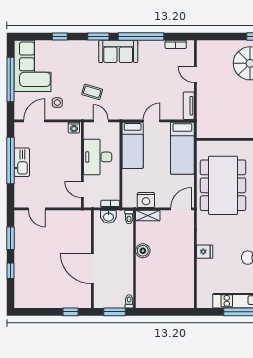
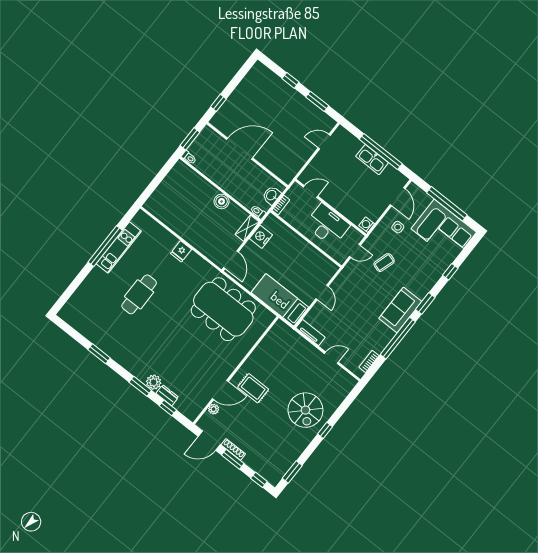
bed: (133, 145) -> (314, 261), removed

